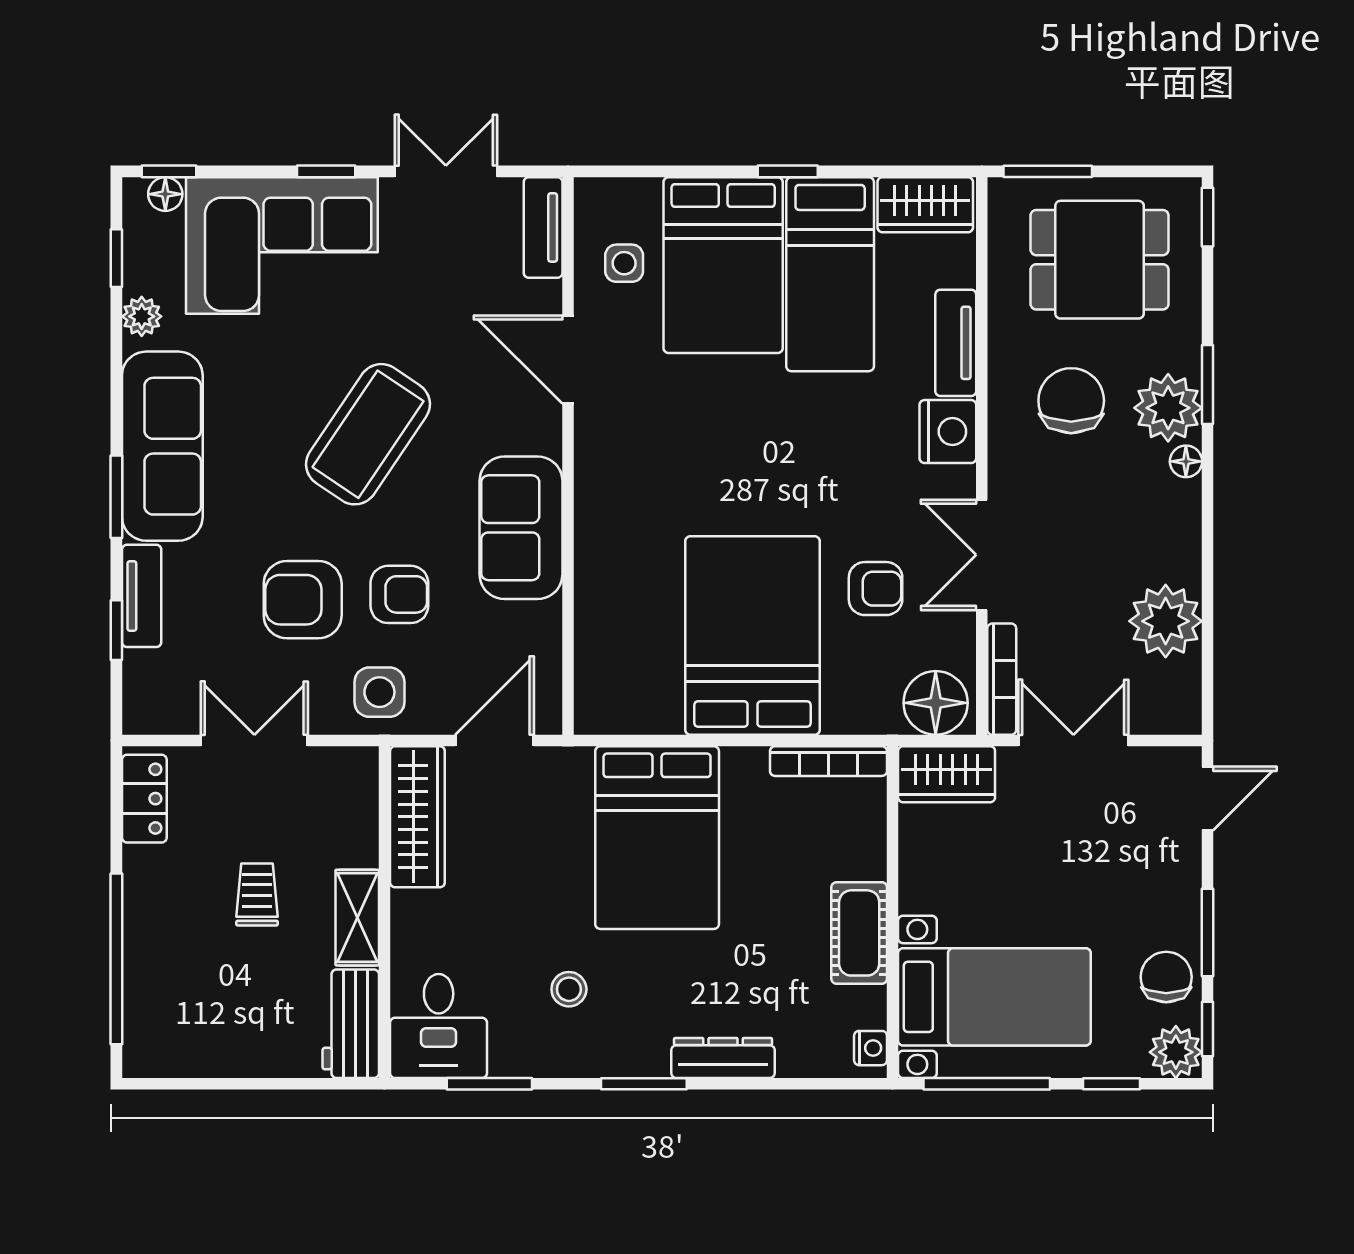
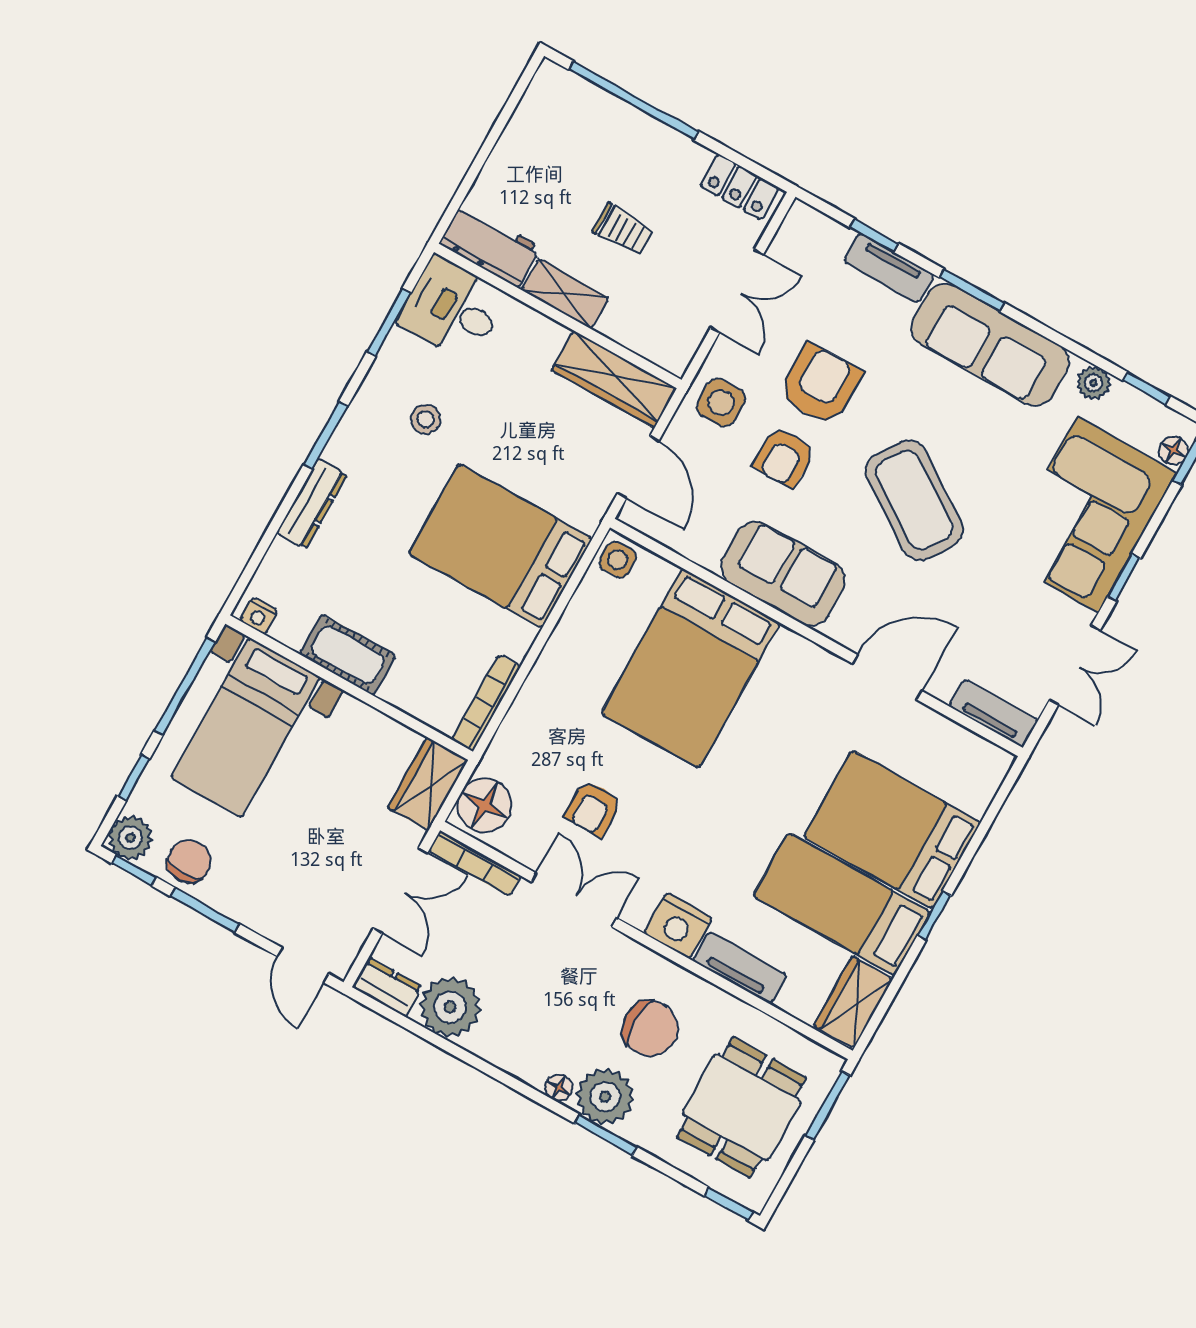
side table: (624, 263) -> (618, 560), moved
bed: (752, 635) -> (691, 668), moved, turned 90
dresser: (1181, 698) -> (387, 987), added
chair: (1166, 977) -> (189, 861), turned -90

